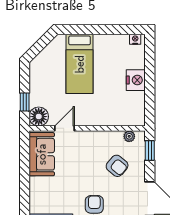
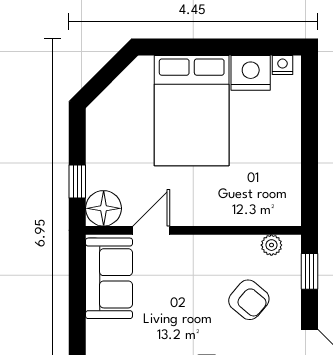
bed: (80, 64) -> (192, 111), width x1.50
nightstand: (136, 80) -> (251, 73), moved, turned -90

